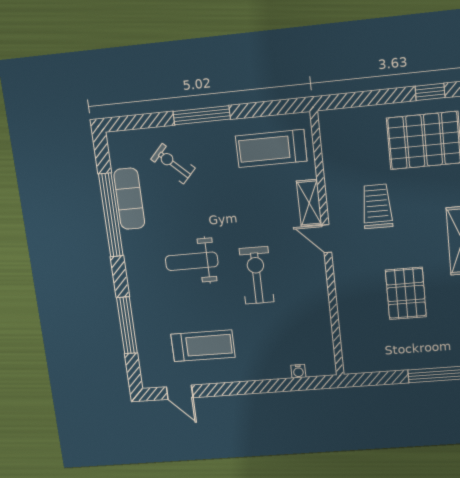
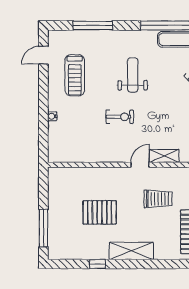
exercise bike: (257, 275) -> (120, 117), width x0.73, depth x0.72
water cooler: (298, 371) -> (52, 116), moved

